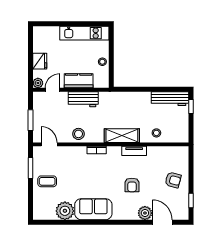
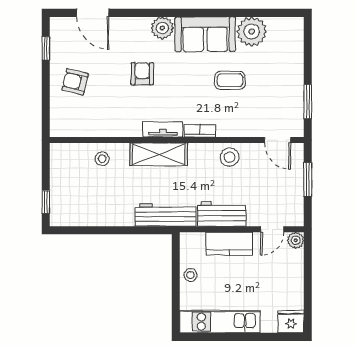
fridge: (40, 61) -> (291, 322), moved, turned 90
workbench: (170, 99) -> (165, 215), moved
tv unit: (134, 151) -> (163, 129), moved
coffee table: (47, 181) -> (230, 80), moved
plant: (145, 213) -> (162, 28), moved

